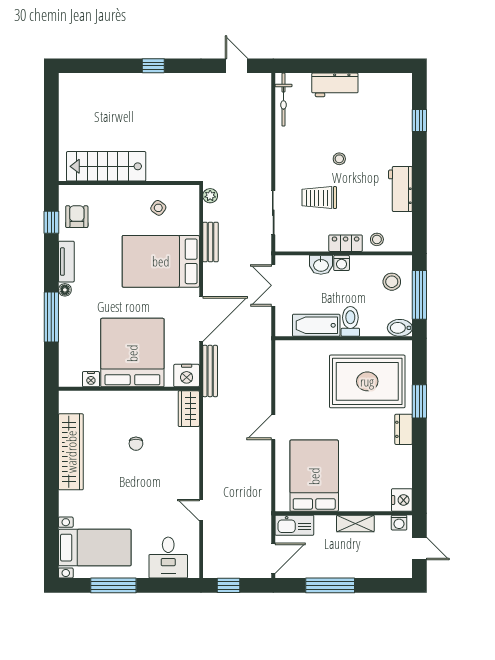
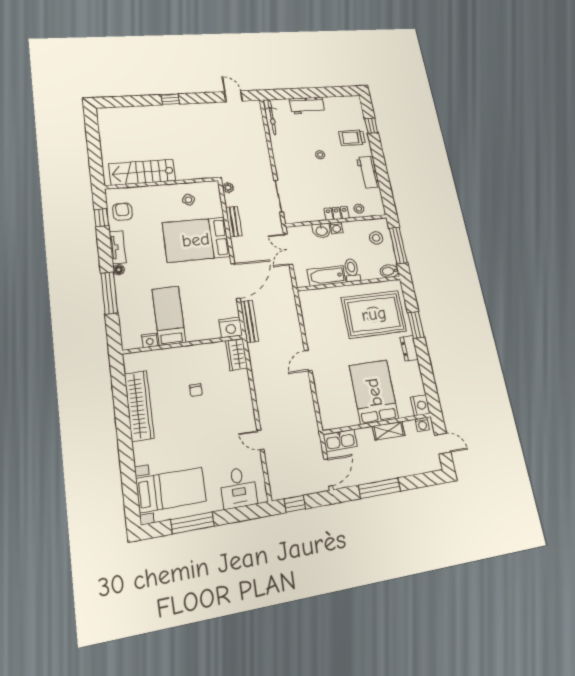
trolley: (319, 198) -> (352, 138), moved
bed: (132, 353) -> (169, 316), width x0.49
bed: (314, 476) -> (374, 392), moved

